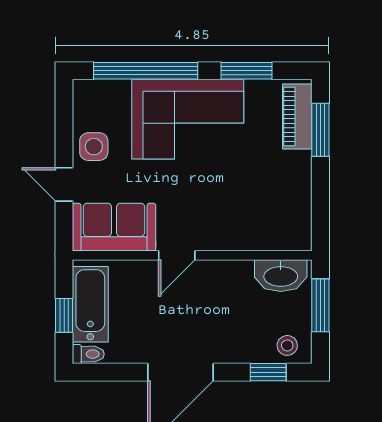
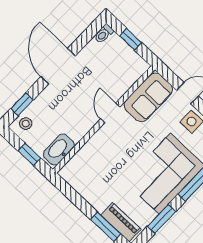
bathtub: (90, 304) -> (125, 55), removed
window: (320, 305) -> (29, 154), width x0.67

